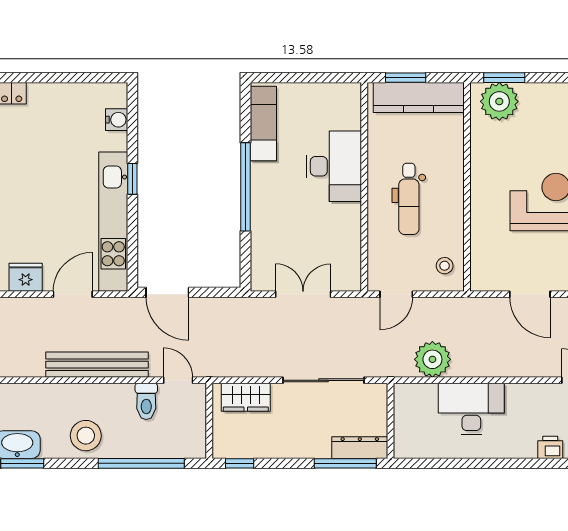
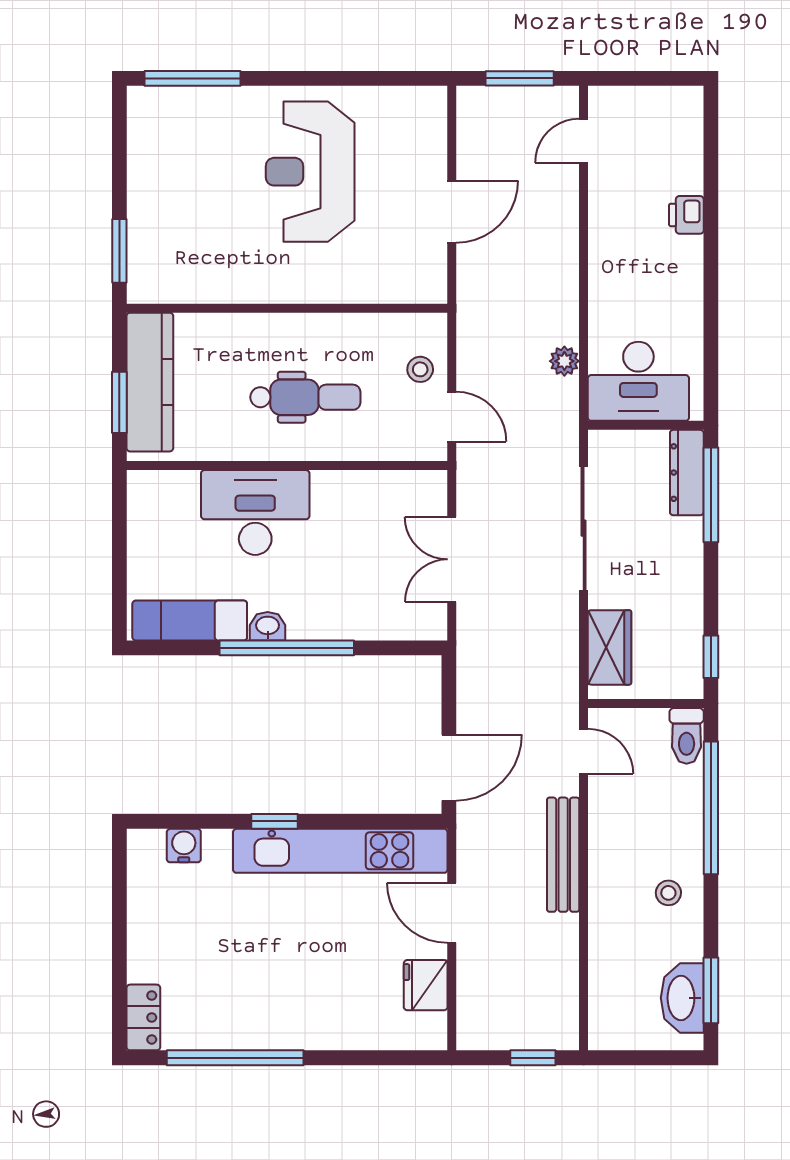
plant: (499, 101) -> (156, 259), removed
washbasin: (260, 174) -> (268, 626), added
stool: (445, 266) -> (420, 369), moved
plant: (432, 359) -> (564, 361), width x0.53, depth x0.53
bench: (97, 365) -> (563, 855), width x0.73, depth x0.82
door: (178, 380) -> (584, 751), swing flipped
toilet: (146, 401) -> (687, 736), moved, turned 90
desk: (471, 409) -> (638, 381), moved, turned -90
stool: (86, 436) -> (668, 893), width x0.53, depth x0.53
printer: (550, 447) -> (686, 215), moved

